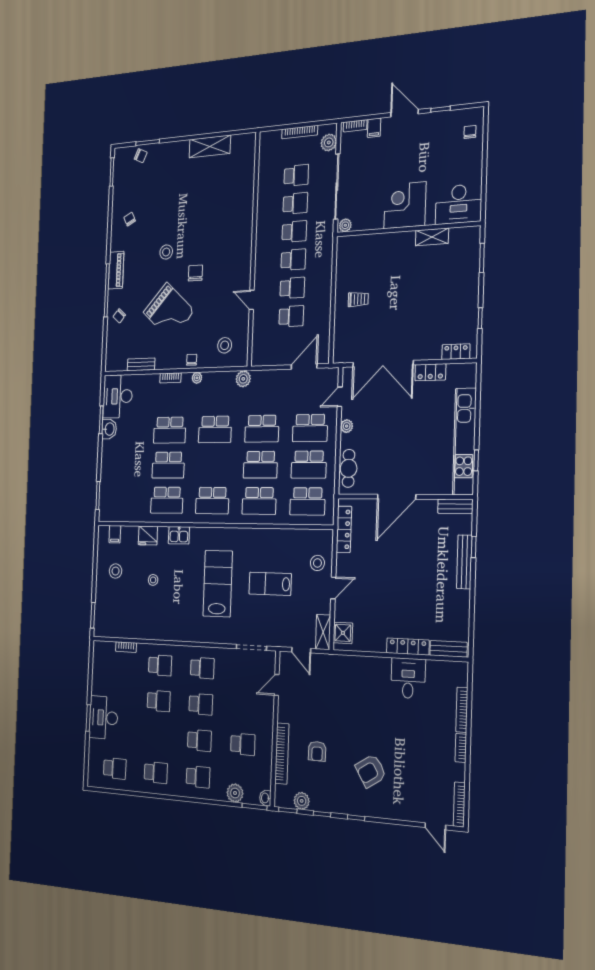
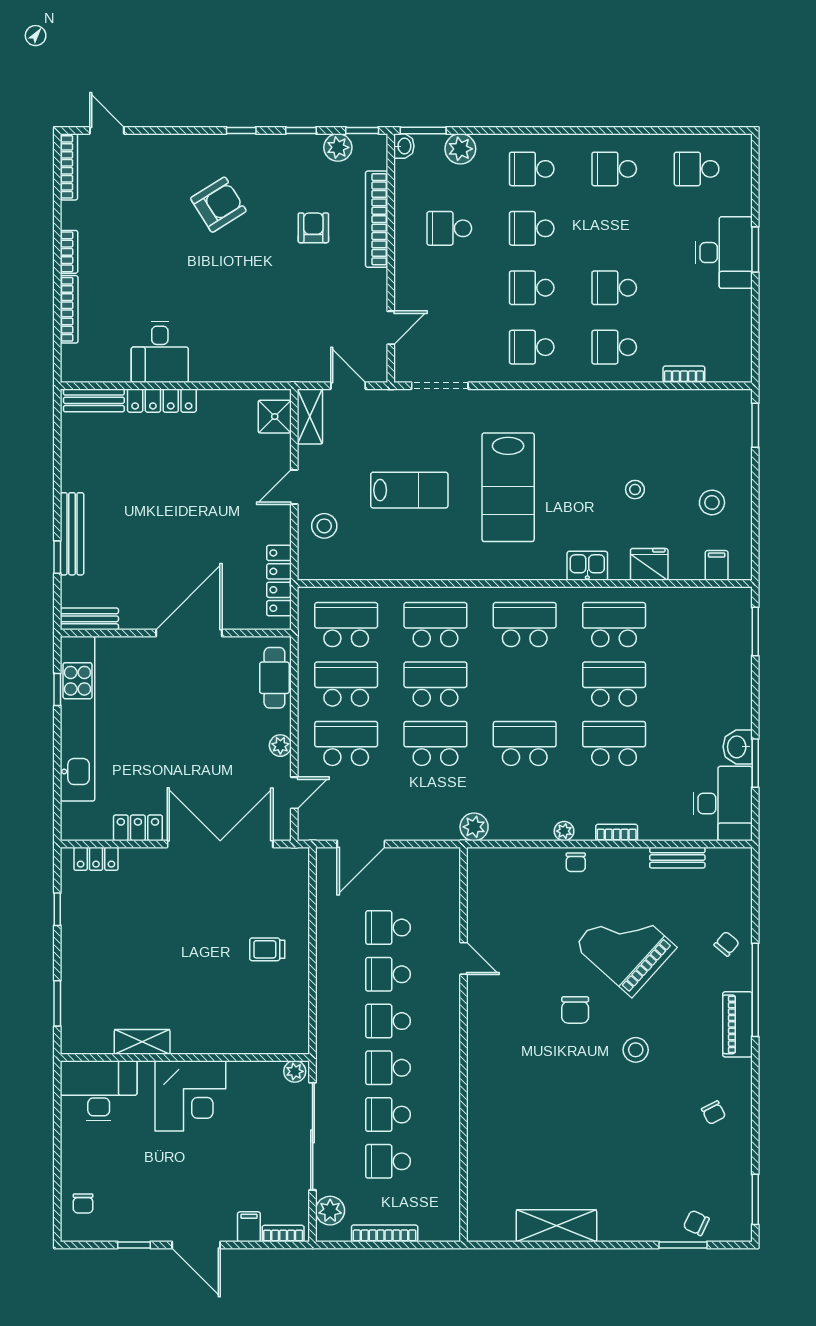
stool: (225, 345) -> (512, 884), removed

